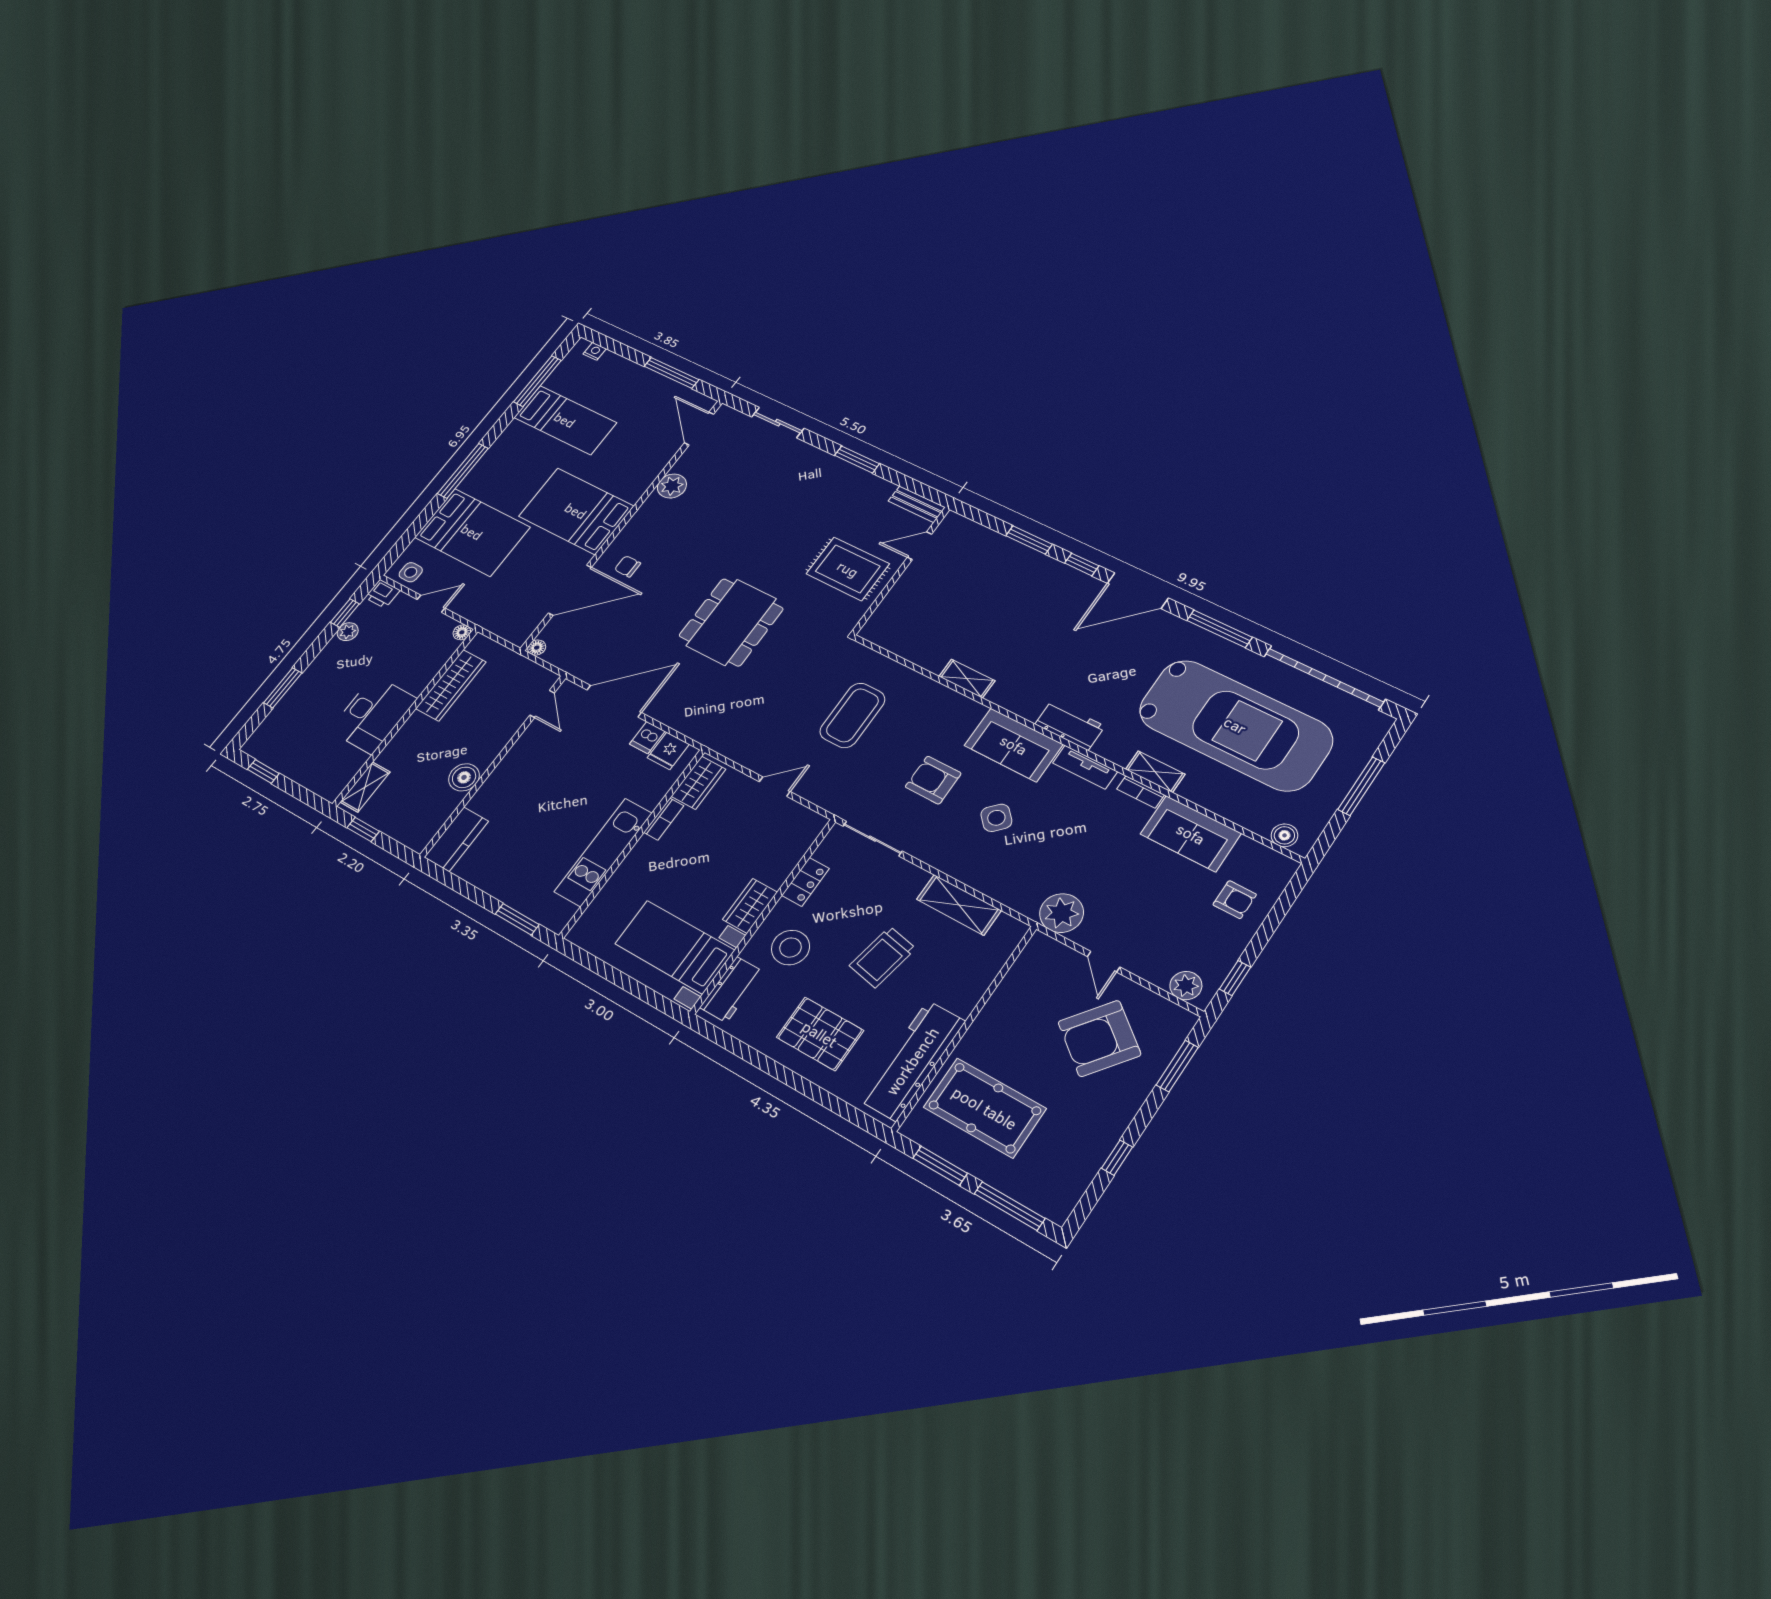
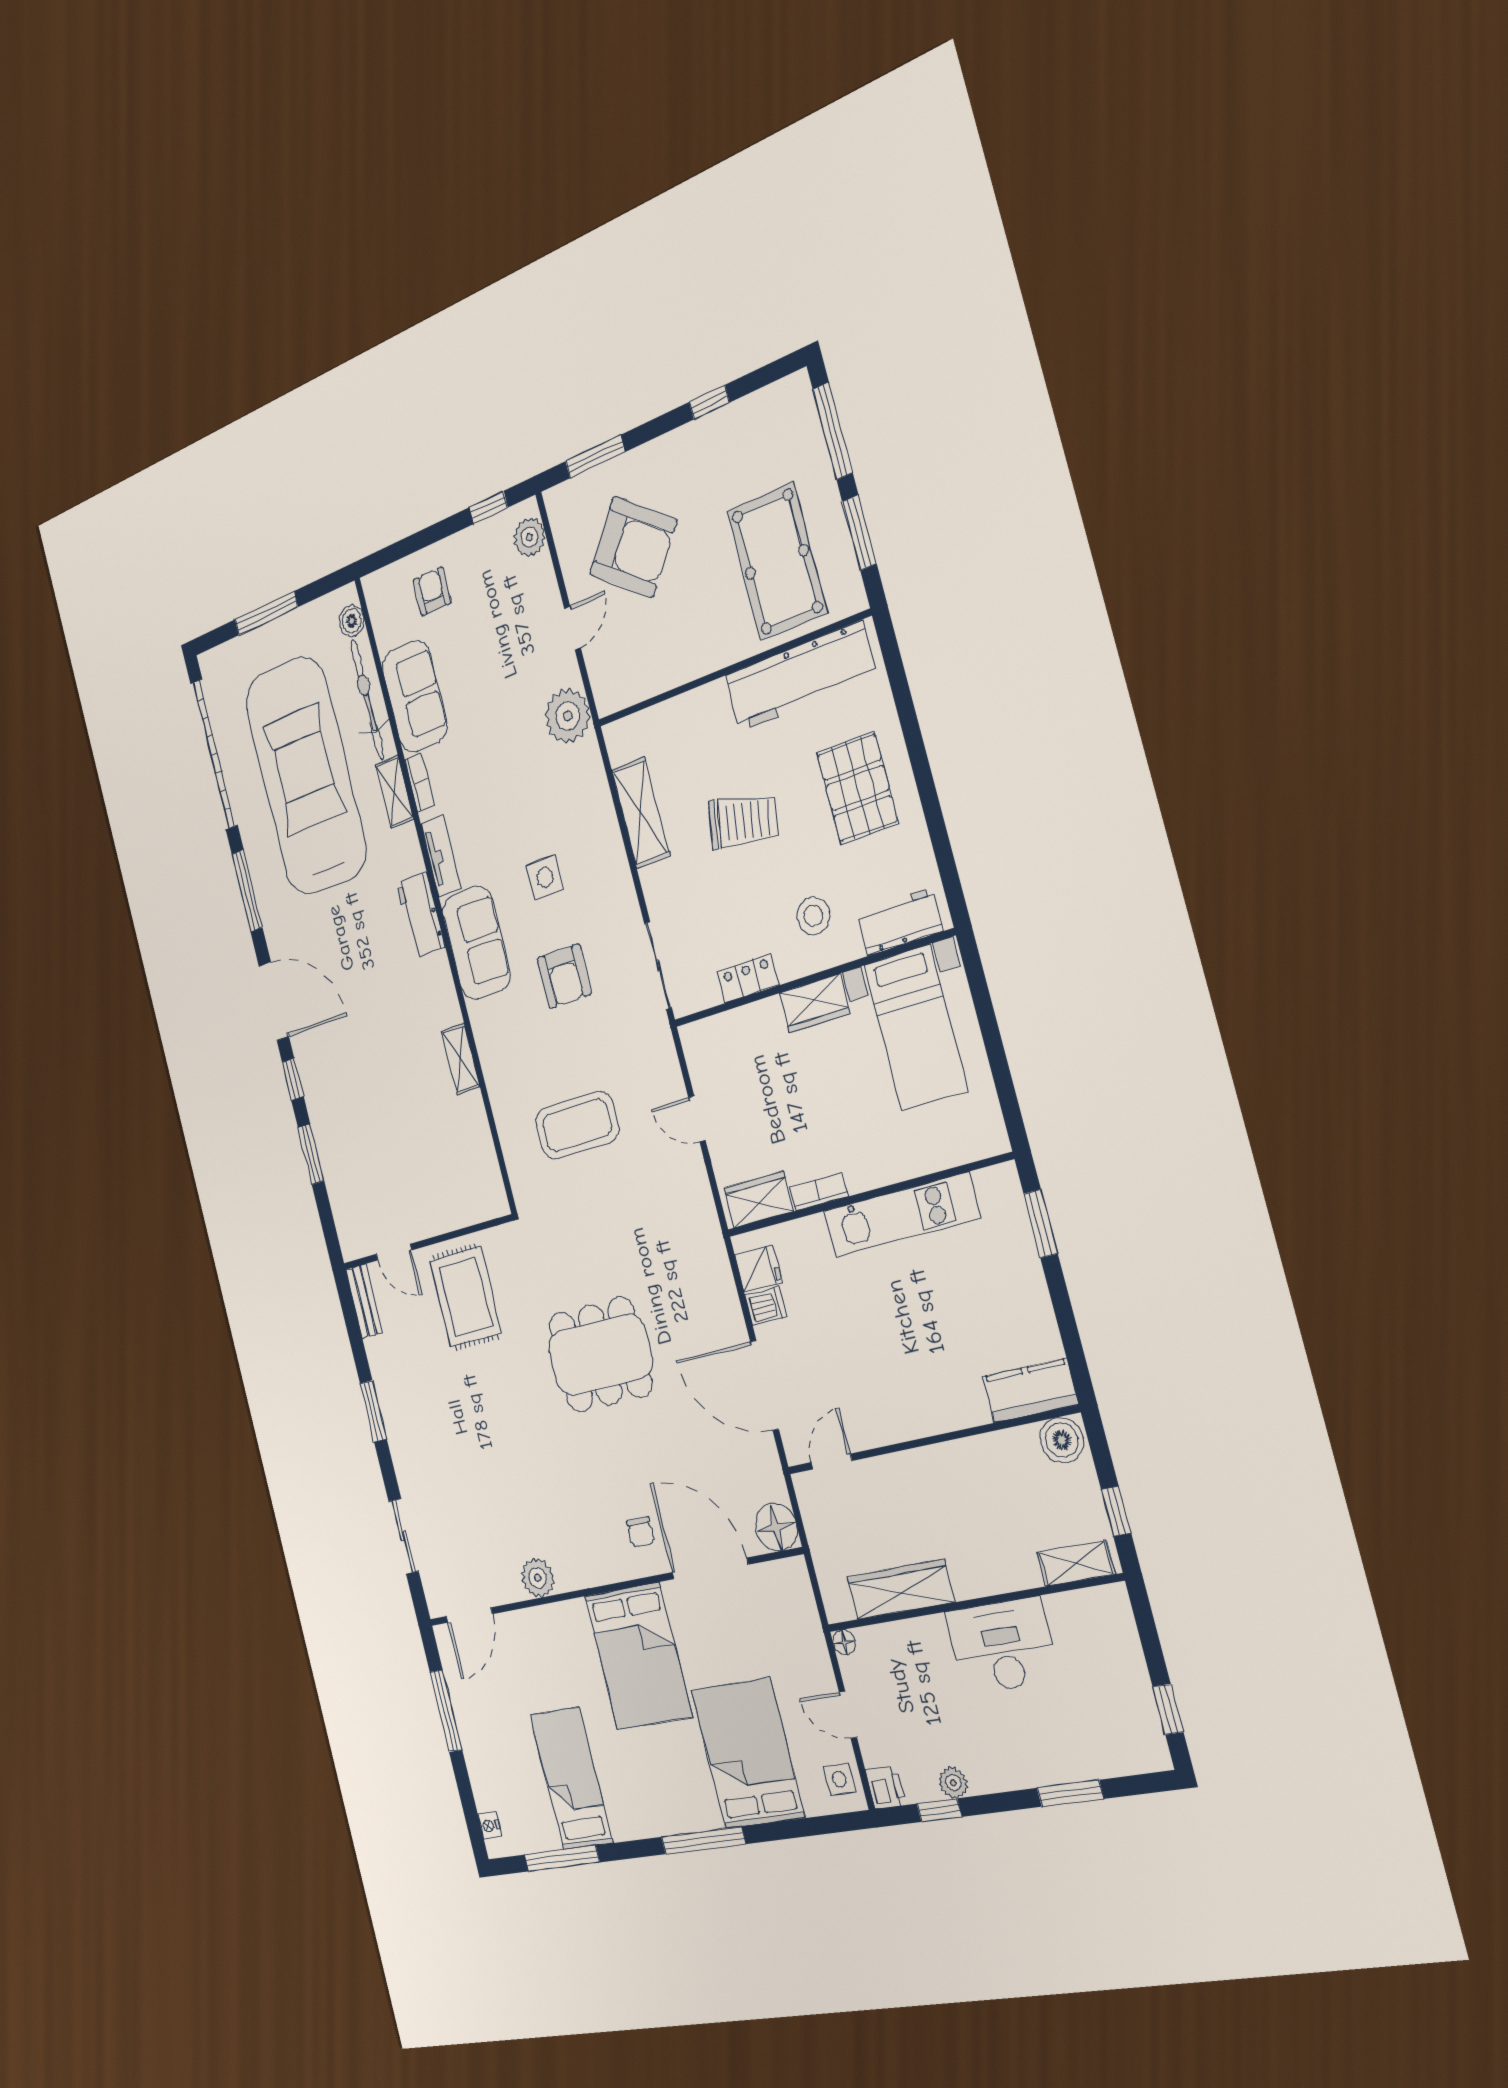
floor lamp: (537, 648) -> (776, 1527), width x1.89, depth x1.89
boiler: (464, 777) -> (1062, 1440), moved
bicycle: (1228, 803) -> (367, 699), added
side table: (996, 818) -> (545, 877), turned 45
stool: (790, 948) -> (813, 916), width x0.73, depth x0.73

